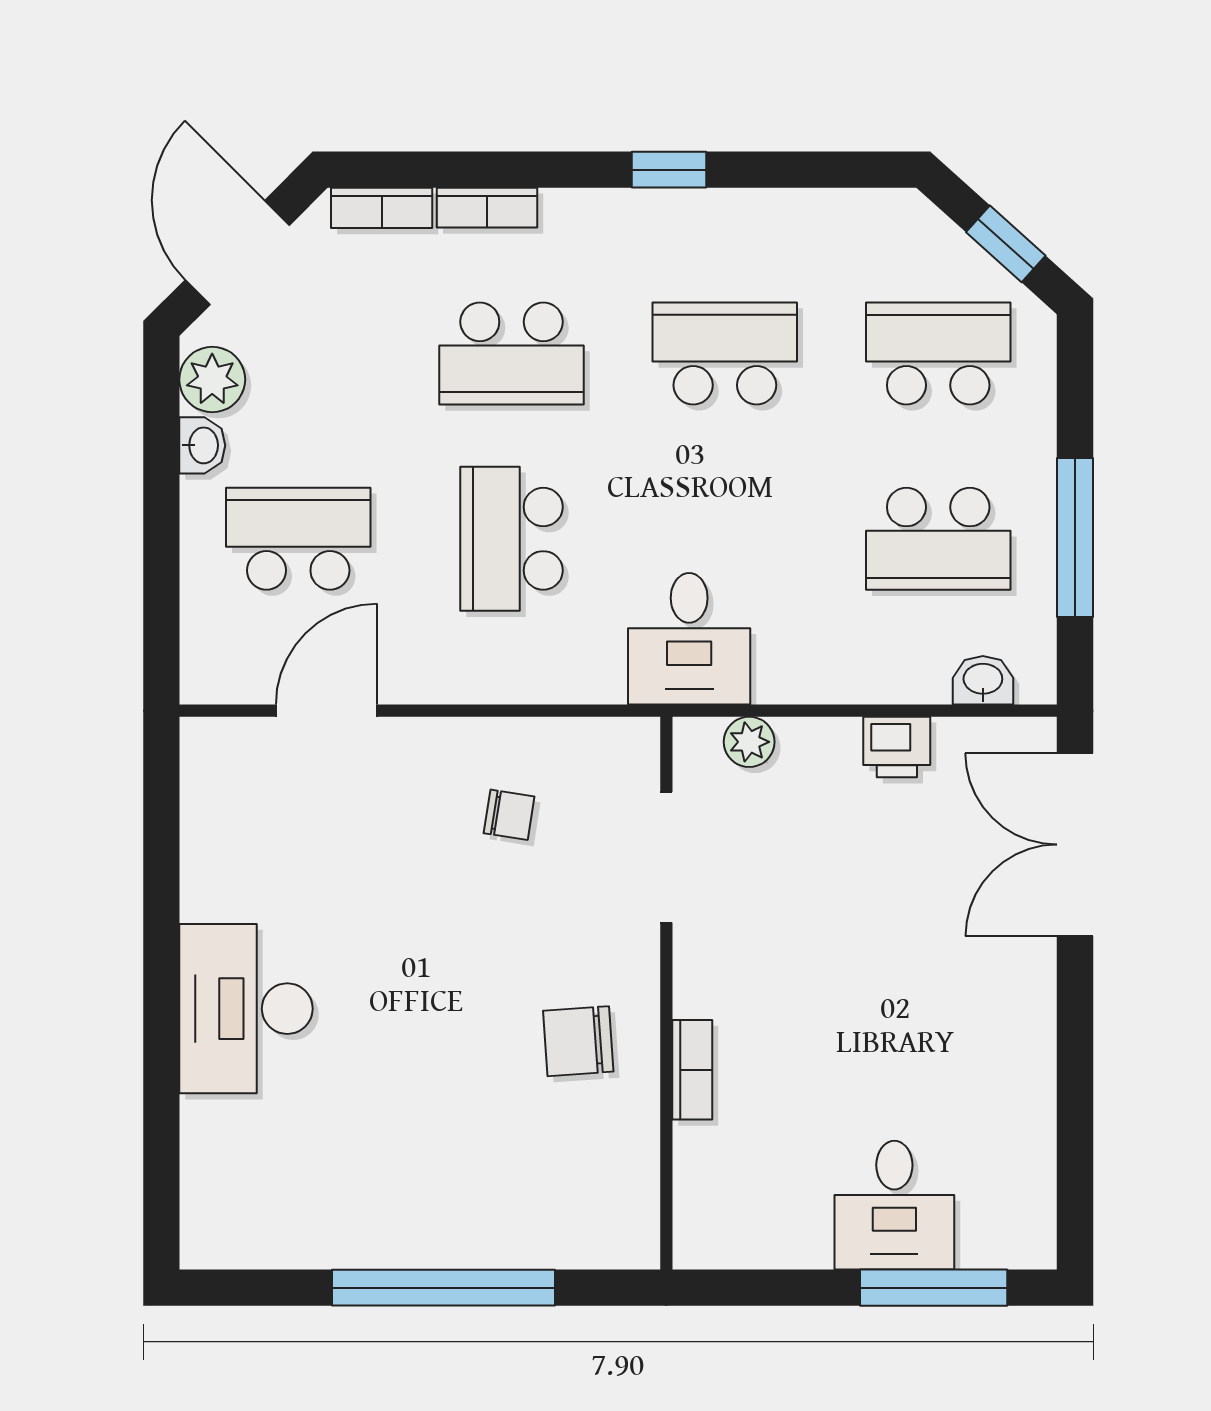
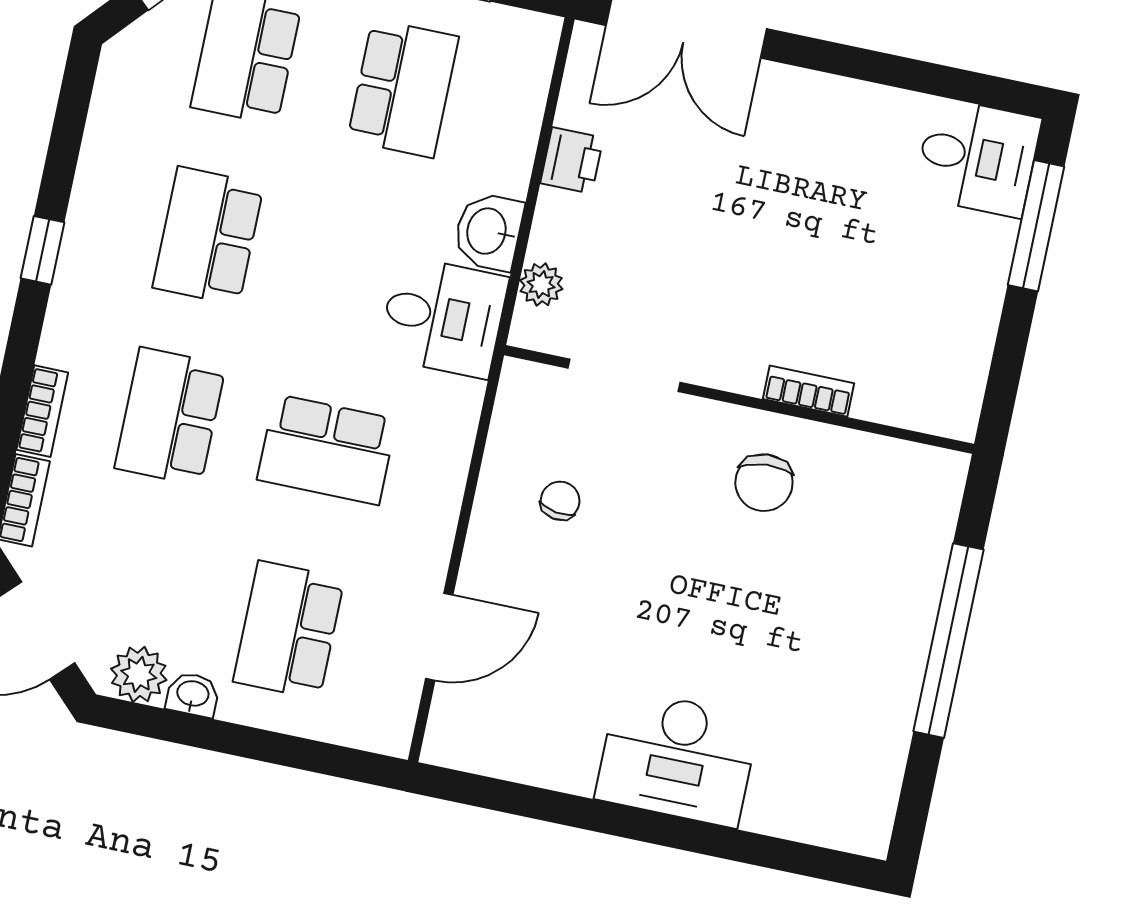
school desk: (512, 354) -> (170, 416), turned 180
washbasin: (983, 680) -> (488, 231), moved, width x1.38, depth x1.45
door: (327, 711) -> (439, 637), swing flipped
desk: (894, 1205) -> (977, 157), moved

